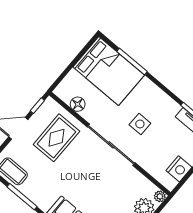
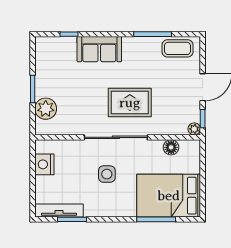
rug: (56, 138) -> (130, 103), moved, turned 90
plant: (160, 196) -> (194, 129), moved

